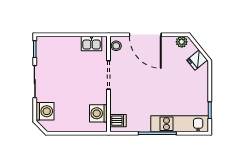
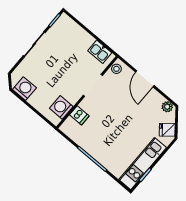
door: (145, 35) -> (145, 79), width x0.73
washing machine: (45, 111) -> (24, 89), moved, turned -90
dishwasher: (118, 121) -> (79, 115), moved
kitchen unit: (180, 124) -> (143, 164), moved, turned -90

